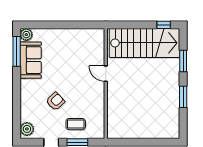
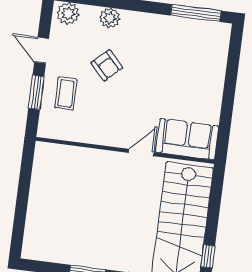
plant: (26, 35) -> (110, 18), moved
sofa: (31, 60) -> (187, 139), moved, turned 180

